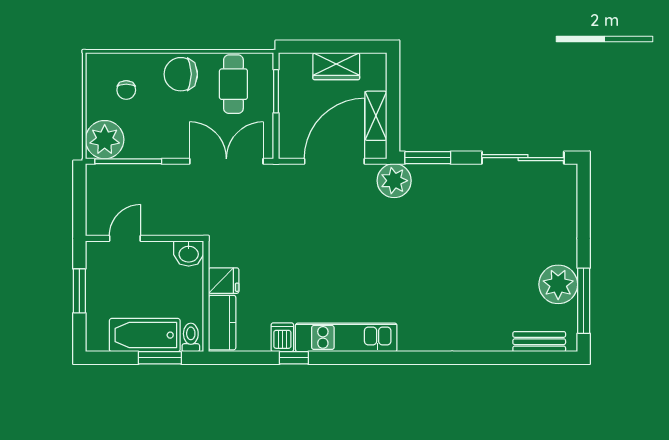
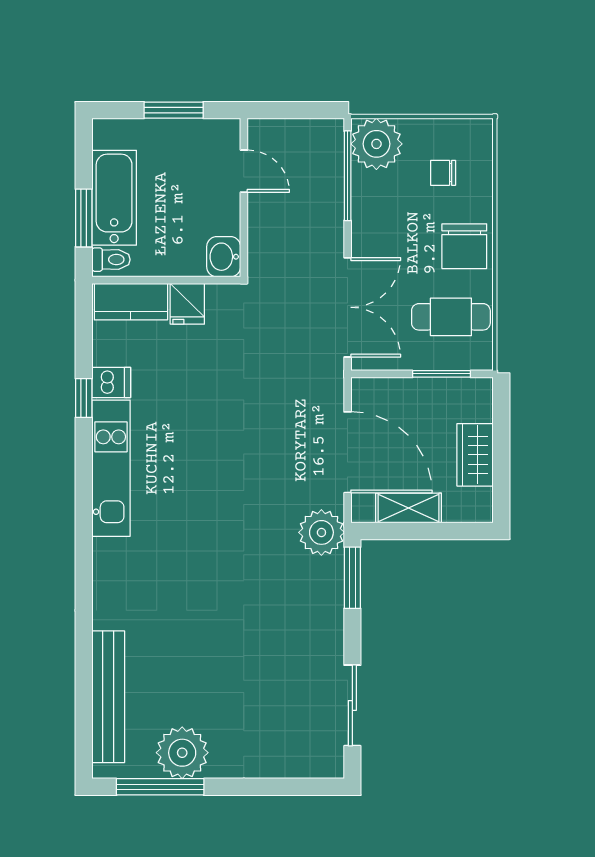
chair: (181, 74) -> (464, 246), turned 180
sliding door: (523, 158) -> (352, 705), width x0.73
bench: (539, 342) -> (108, 697), width x1.86, depth x1.21

